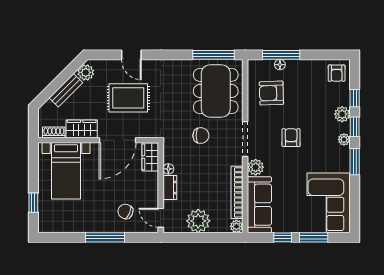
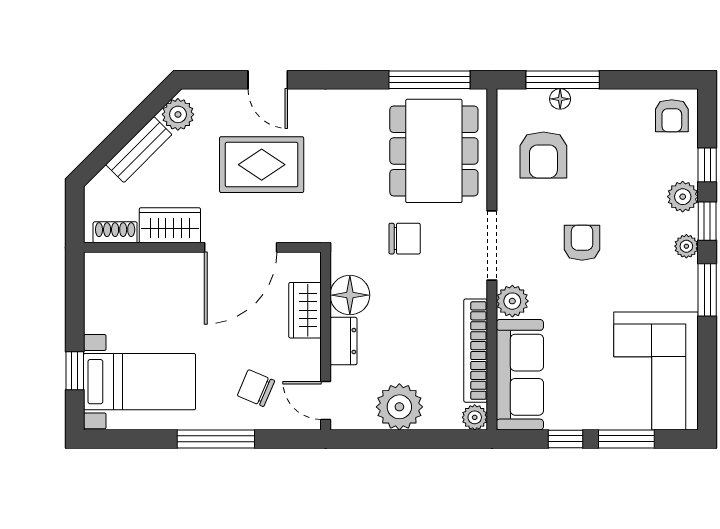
armchair: (271, 93) -> (543, 155), turned -88
wardrobe: (150, 157) -> (305, 310), moved
floor lamp: (168, 169) -> (350, 295), width x1.89, depth x1.89
bed with nightstands: (66, 171) -> (139, 382), moved, turned -90

